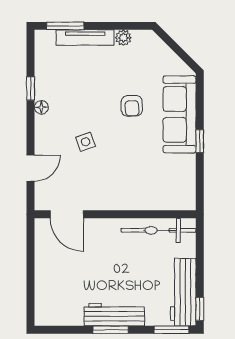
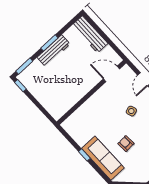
bicycle: (159, 230) -> (67, 102), removed
workbench: (183, 292) -> (90, 34), moved, turned 180

